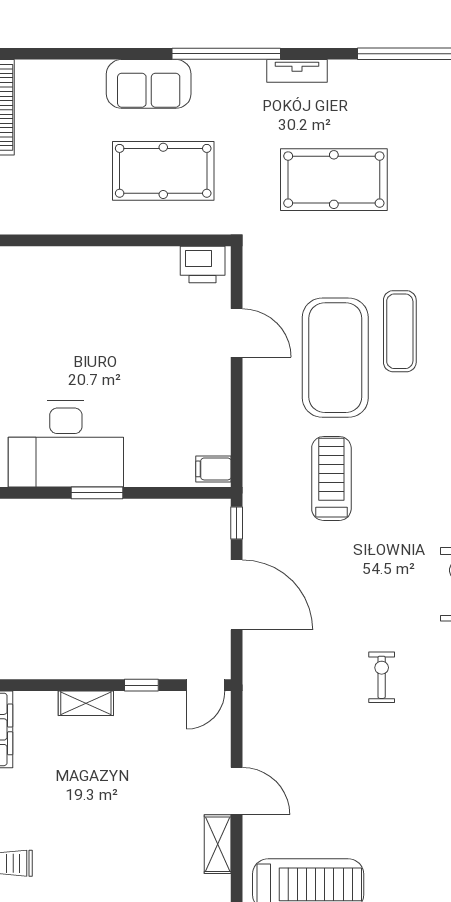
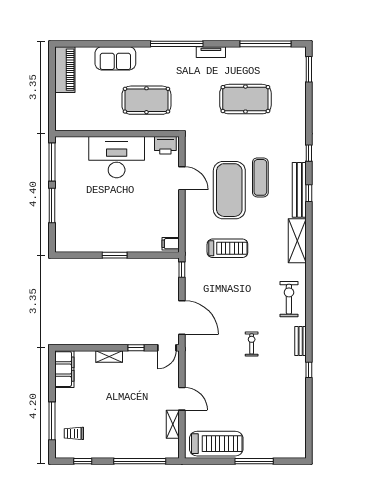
sofa: (149, 84) -> (115, 58), moved
pool table: (334, 180) -> (245, 99), moved
desk: (66, 444) -> (117, 157), moved, turned 180
treadmill: (331, 478) -> (227, 248), turned 90
door: (237, 595) -> (182, 317), moved

